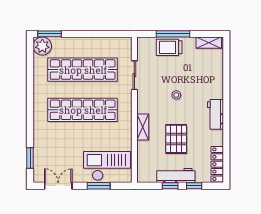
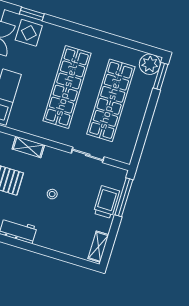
window: (173, 34) -> (124, 197), moved
display table: (47, 156) -> (29, 33), added

